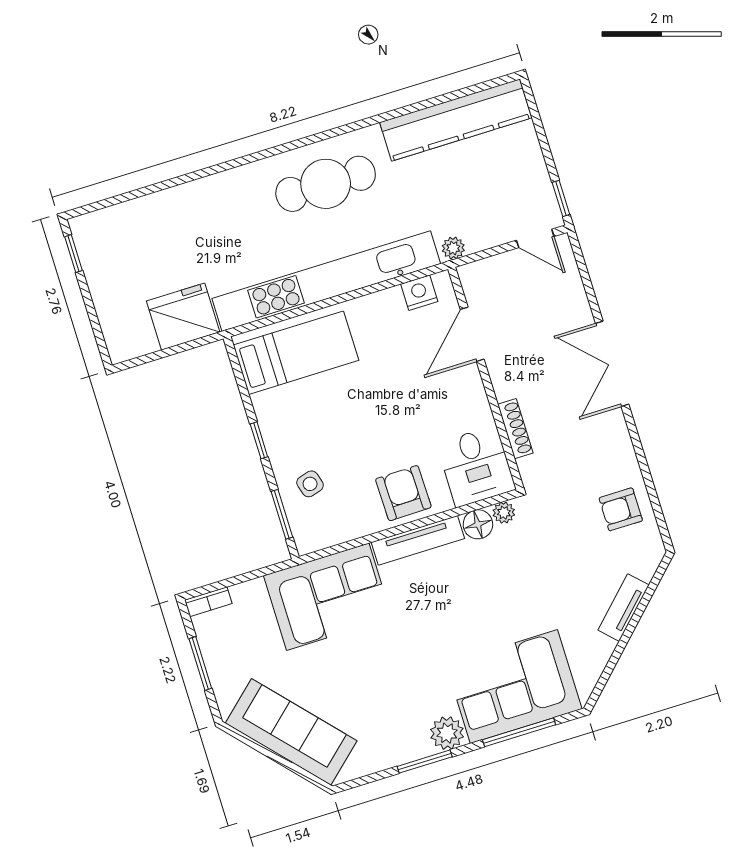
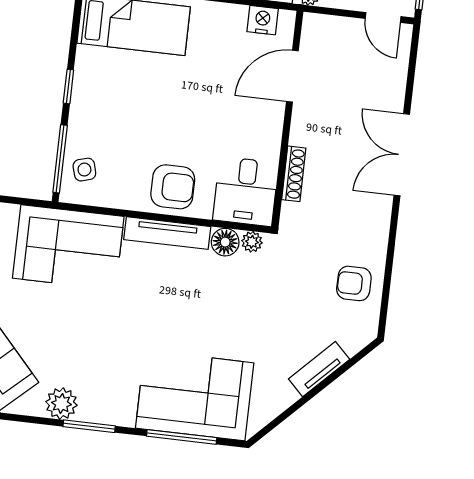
side table: (310, 484) -> (84, 170), moved
armchair: (403, 493) -> (173, 187), turned 91
window: (282, 514) -> (60, 159), width x1.44
plant: (447, 733) -> (61, 404), moved

